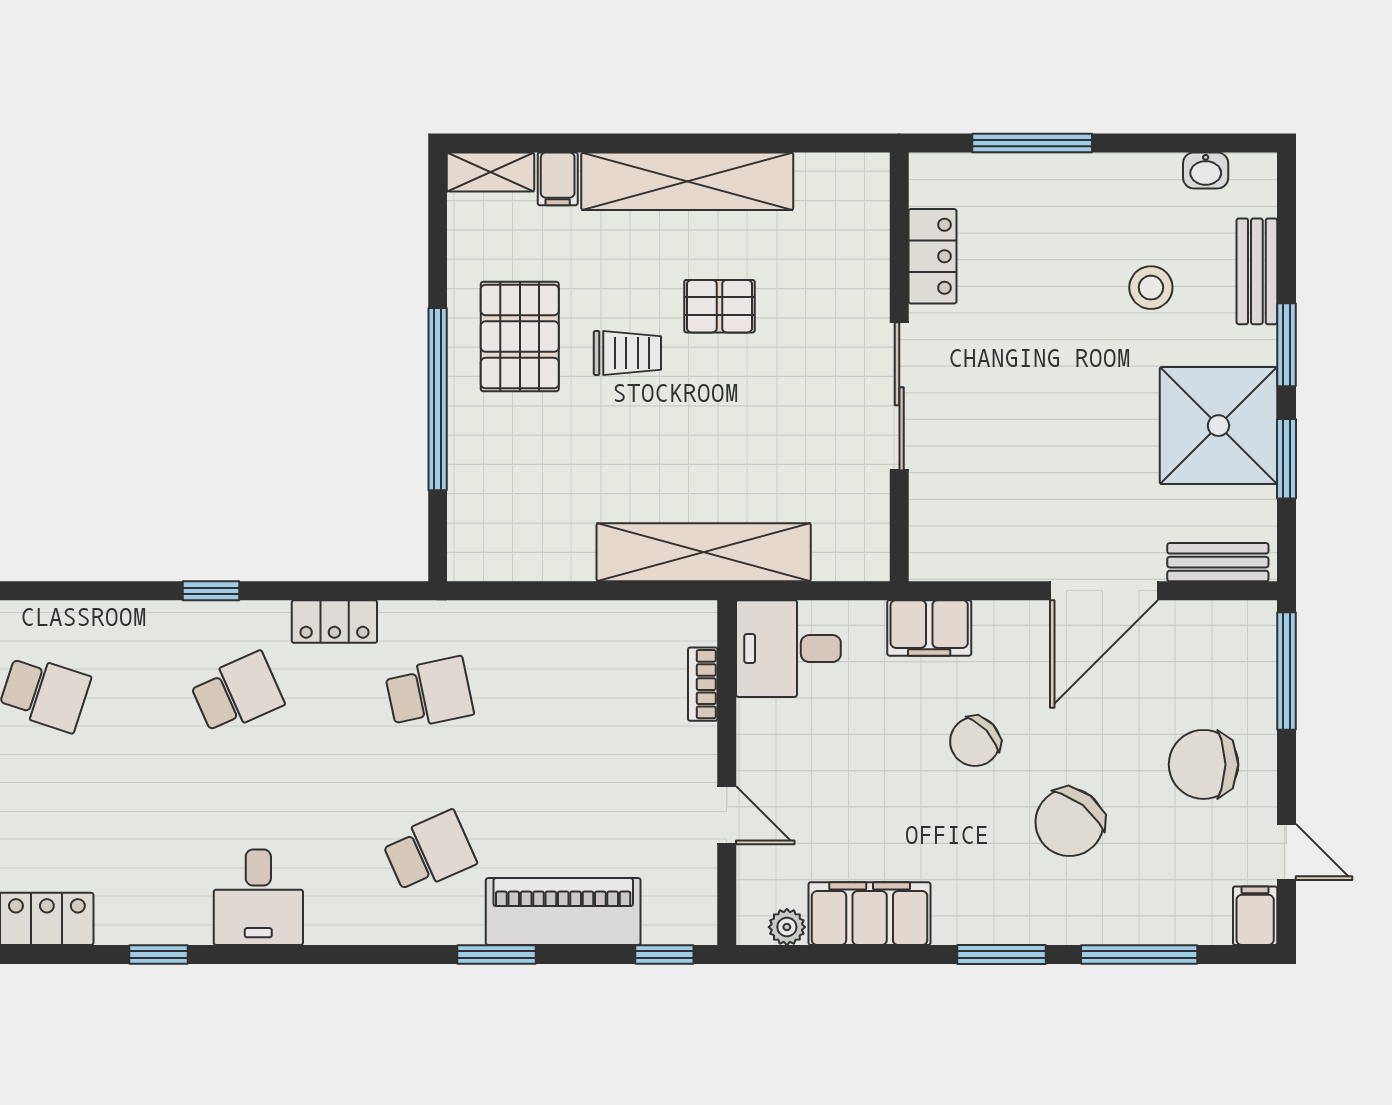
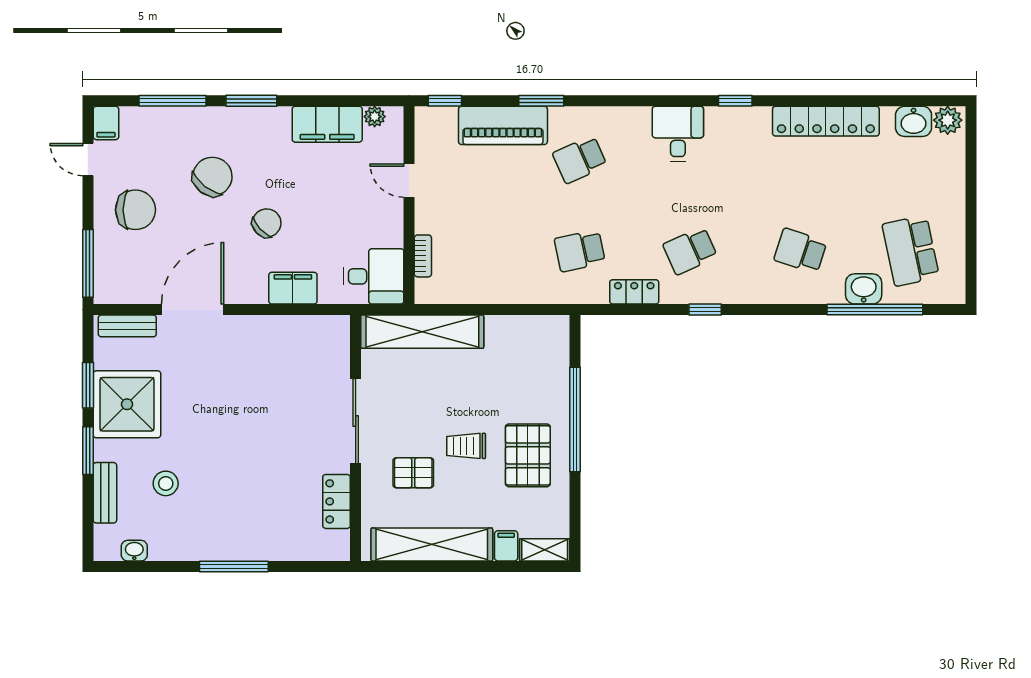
locker: (933, 256) -> (337, 501), moved
wall: (899, 367) -> (356, 438), moved
sliding door: (899, 396) -> (356, 421), moved

